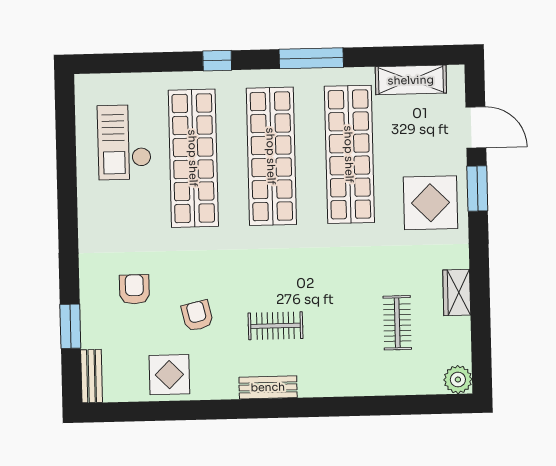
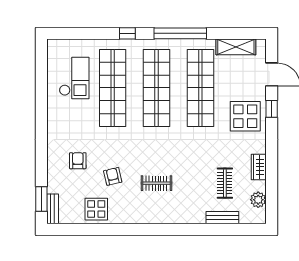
window: (311, 58) -> (180, 33), width x1.46
checkout: (124, 142) -> (74, 78), turned 180
window: (477, 189) -> (272, 109), width x0.67
window: (70, 326) -> (41, 199), moved
plant: (458, 380) -> (258, 200), moved
bench: (268, 387) -> (222, 218), moved

